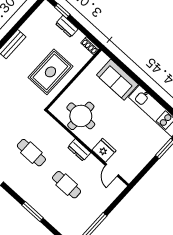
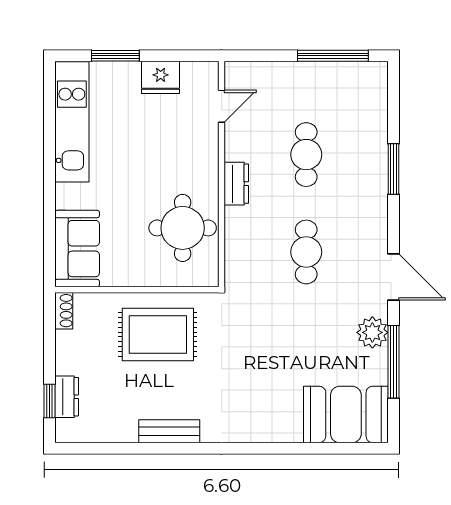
dresser: (67, 26) -> (67, 397), moved
sofa: (118, 80) -> (77, 249), moved
fridge: (104, 150) -> (161, 77), moved, turned -90

